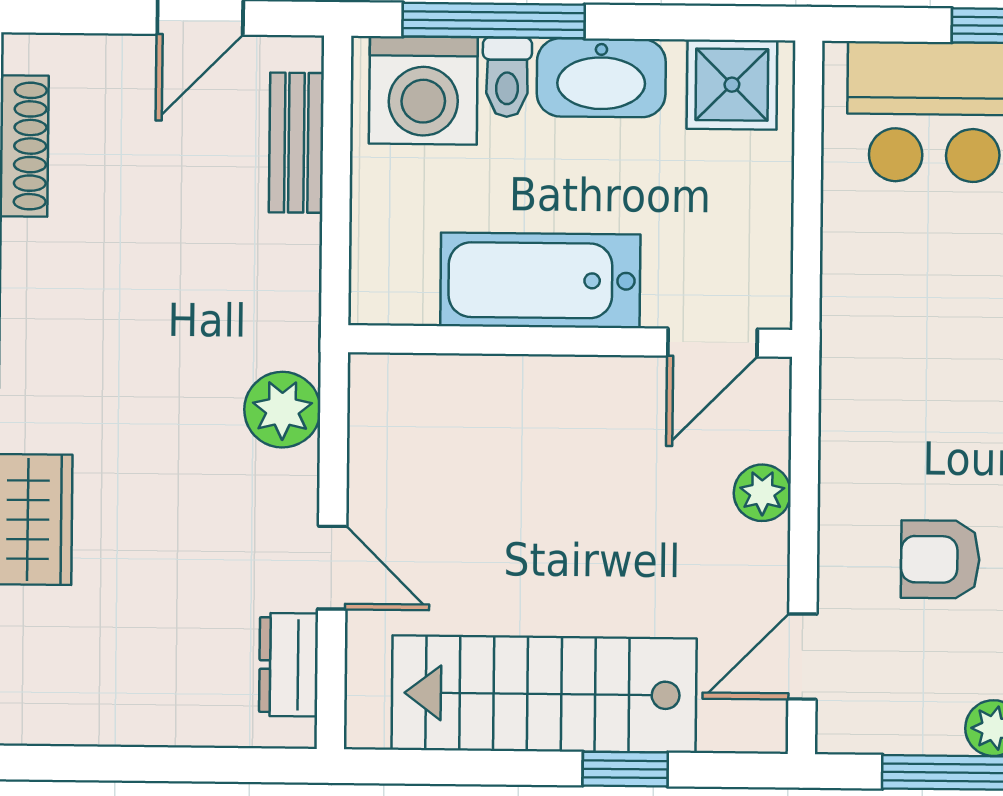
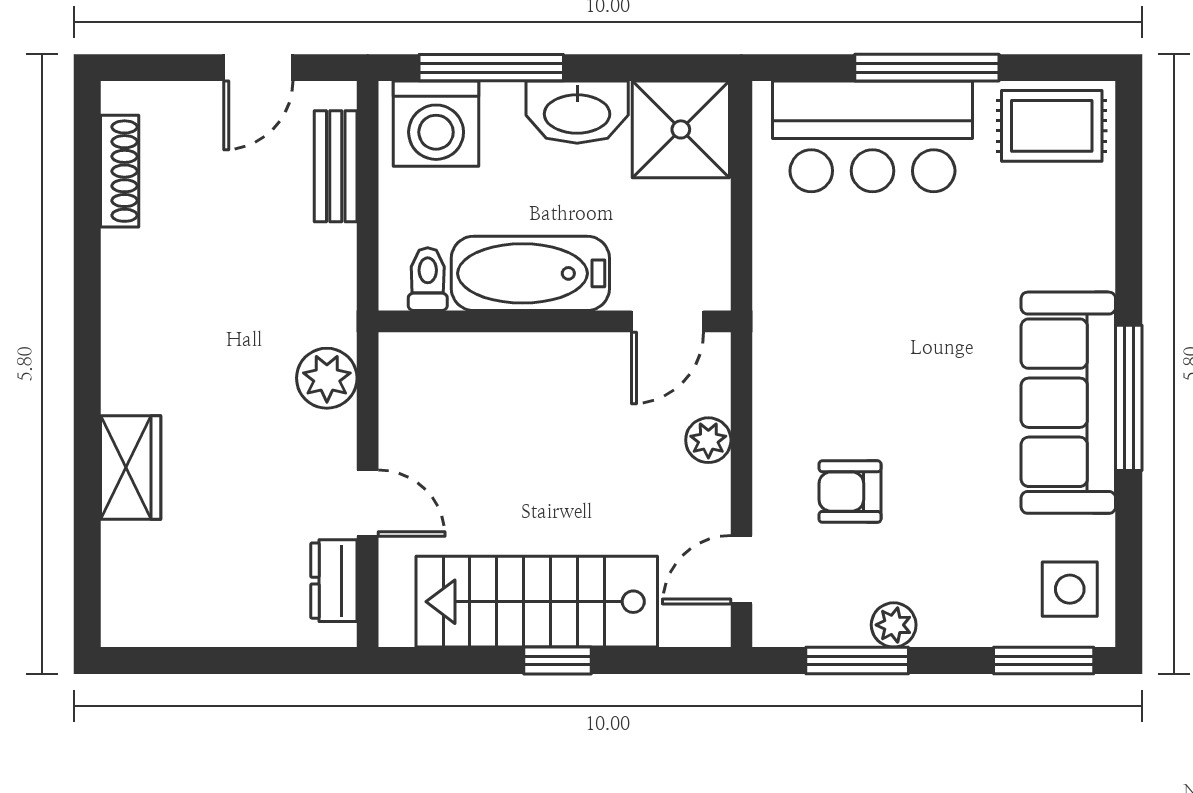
toilet: (507, 77) -> (428, 279), moved, turned 180
shower: (732, 85) -> (681, 129), width x1.36, depth x1.36
window: (625, 769) -> (558, 661), moved

